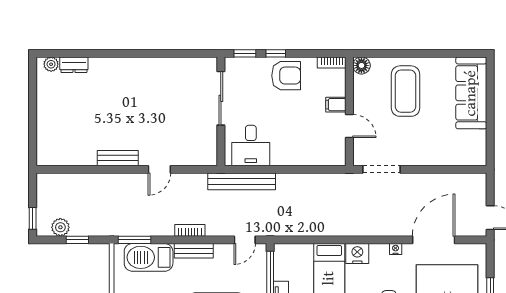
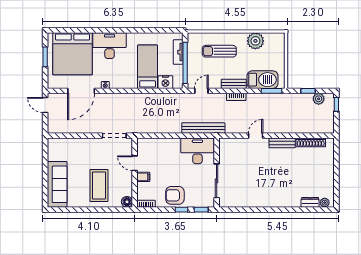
desk: (251, 146) -> (197, 151), width x1.37
shoe rack: (73, 159) -> (311, 142), added
nightstand: (357, 254) -> (165, 82), moved

